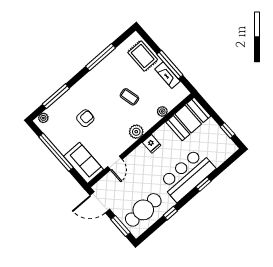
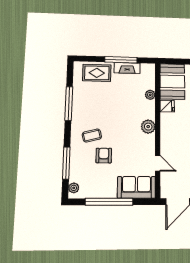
coffee table: (129, 97) -> (92, 136), moved
fridge: (152, 144) -> (167, 106), moved

